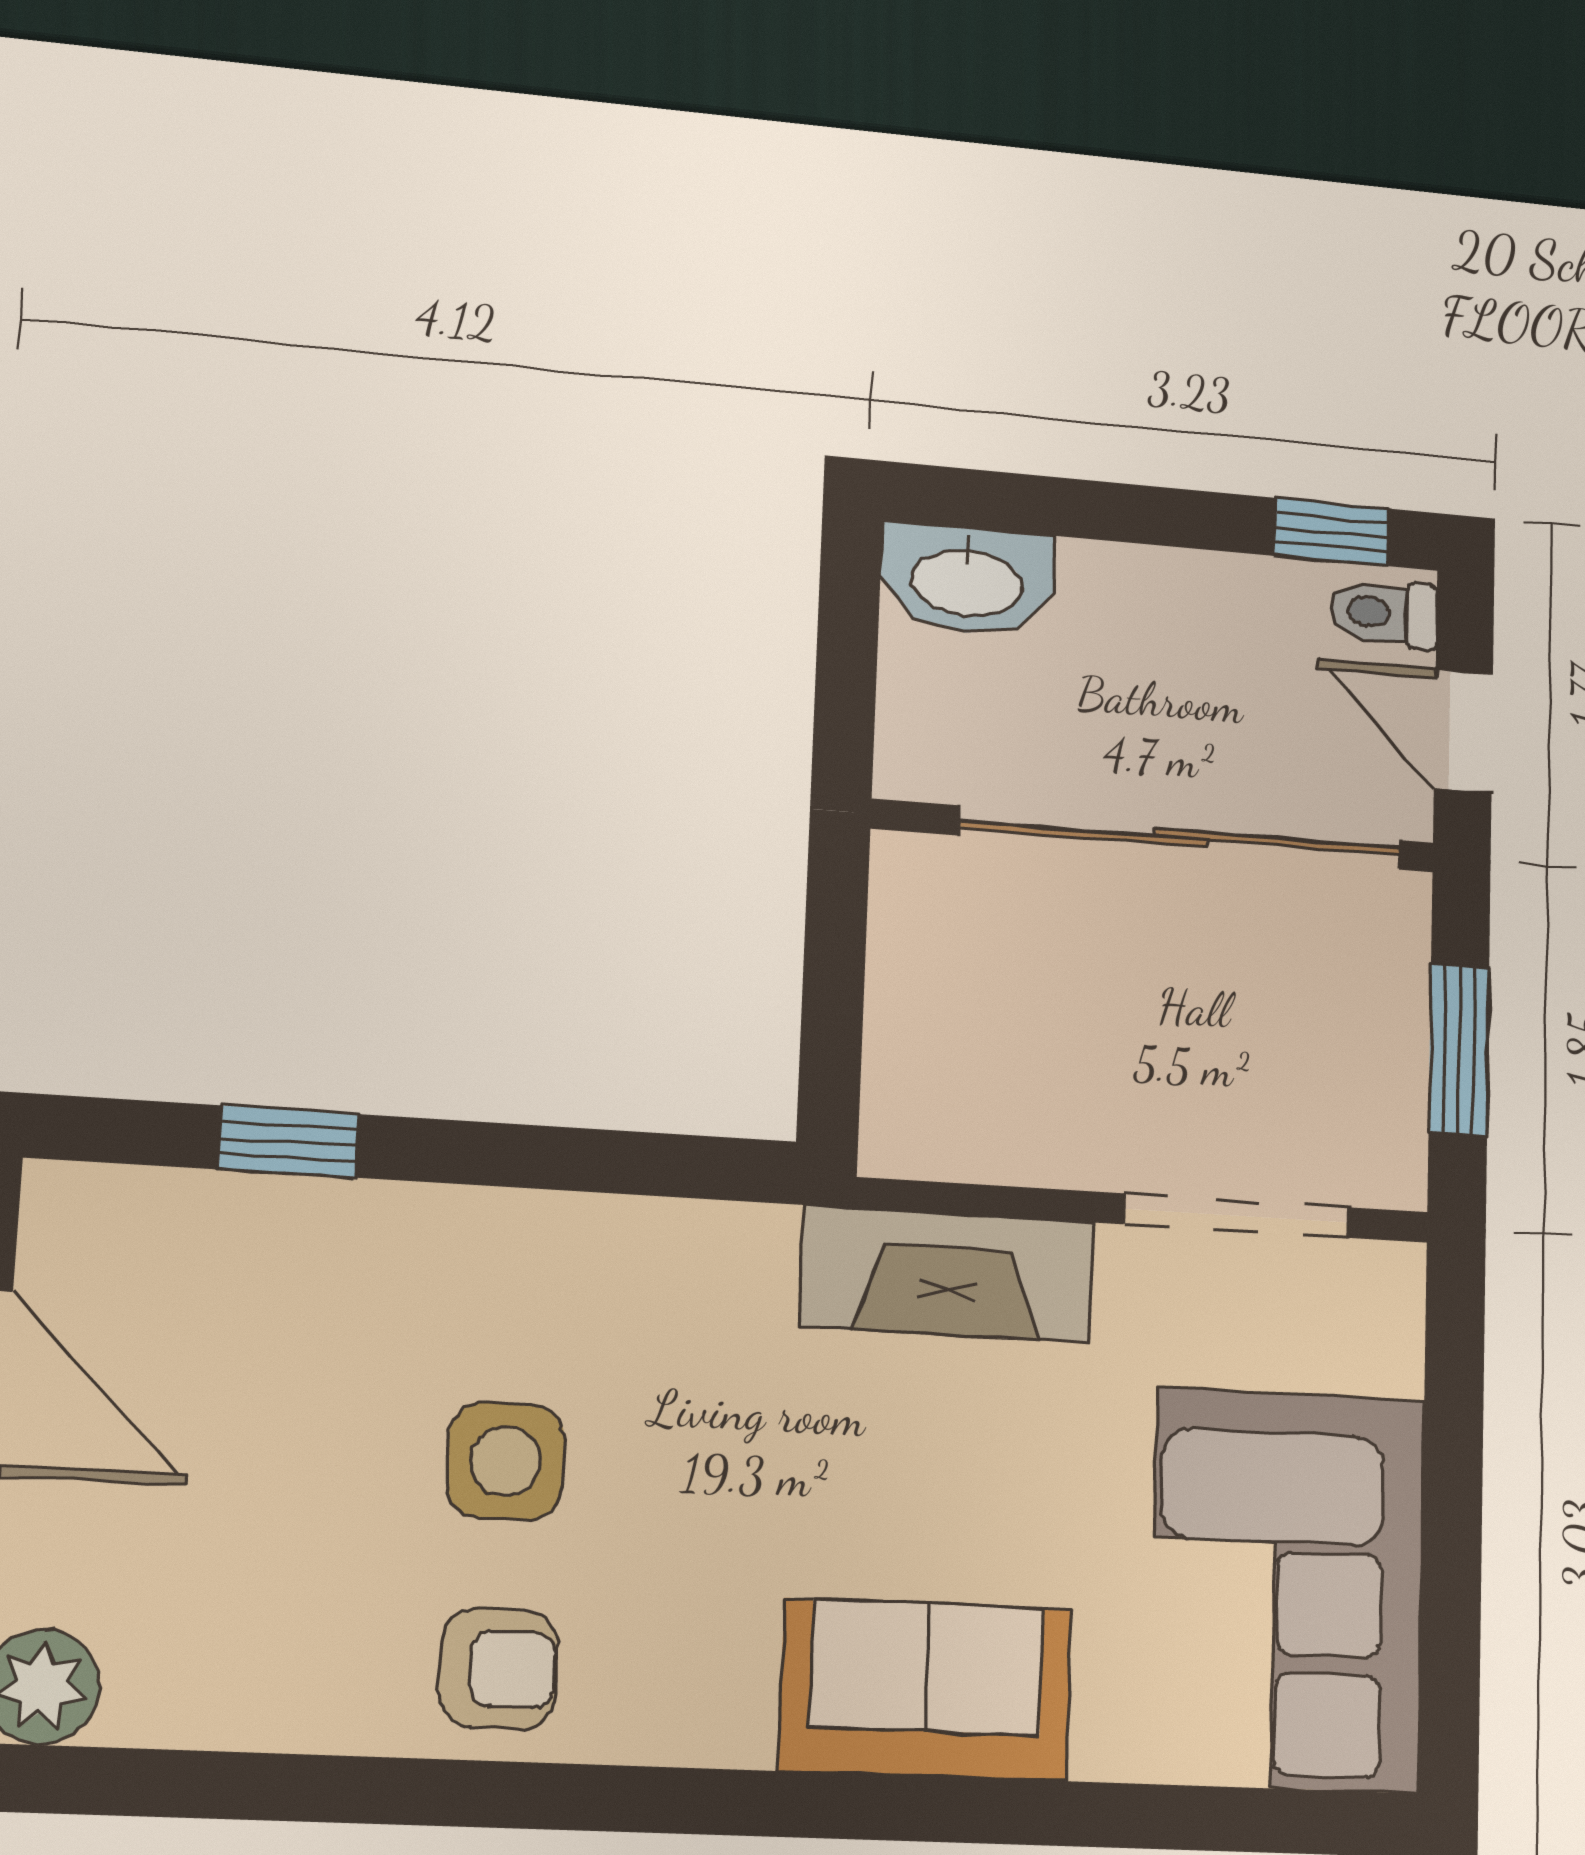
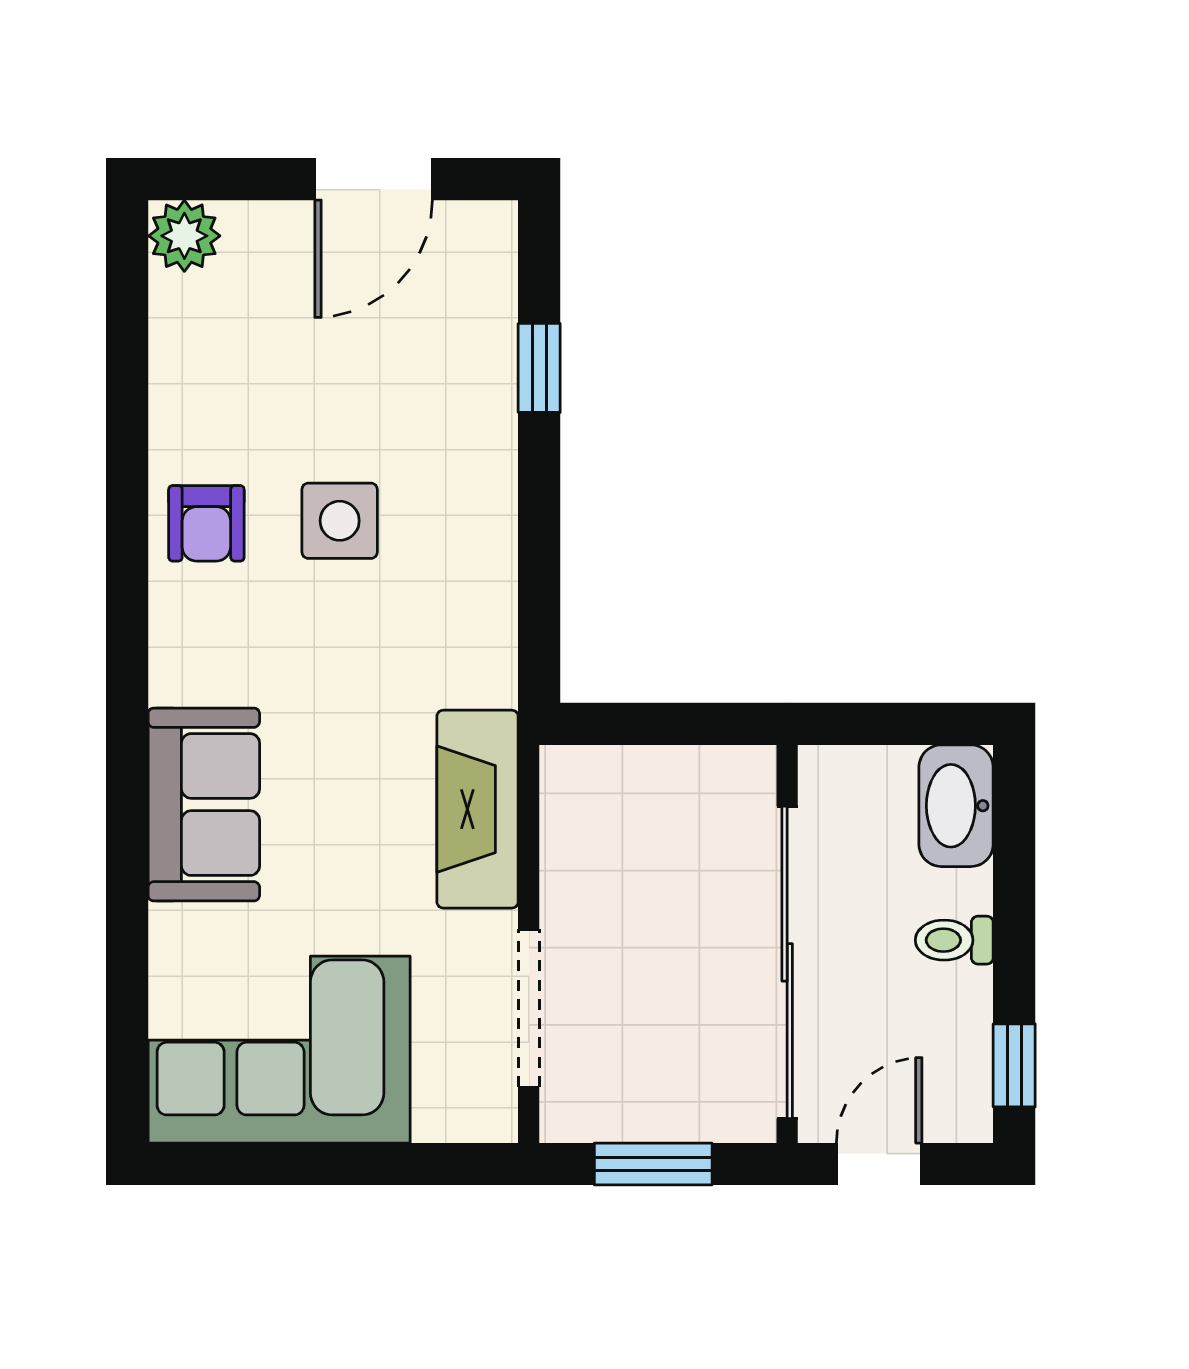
toilet: (1383, 613) -> (954, 940), moved, turned -90

